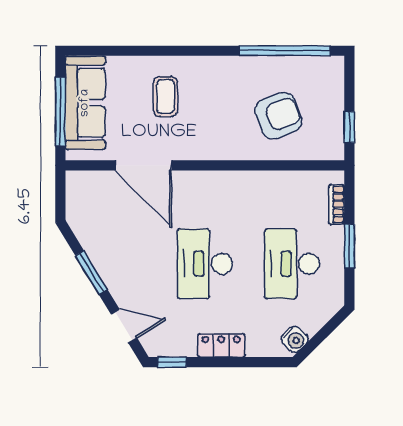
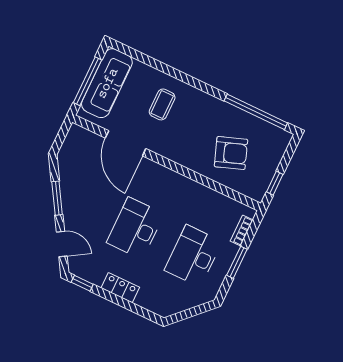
water cooler: (295, 339) -> (171, 307), removed

